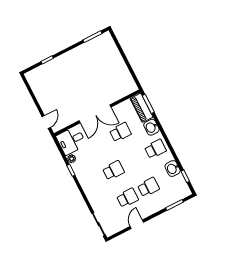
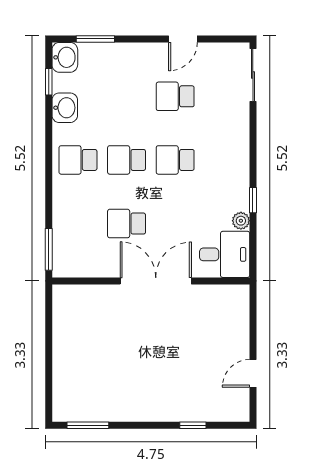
piano: (142, 108) -> (65, 248), removed
door: (46, 122) -> (253, 373), moved
washbasin: (151, 127) -> (65, 57), moved
school desk: (148, 187) -> (127, 160), moved

